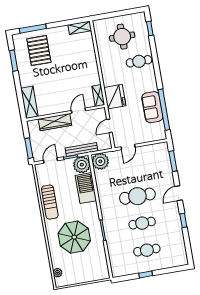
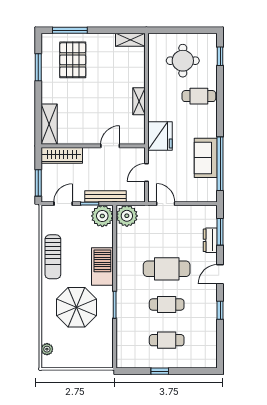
shelving: (98, 96) -> (139, 101), moved
wardrobe: (55, 122) -> (62, 155), moved
door: (128, 147) -> (166, 204), swing flipped
dresser: (167, 169) -> (210, 240), added
barbecue: (86, 188) -> (102, 267), moved

